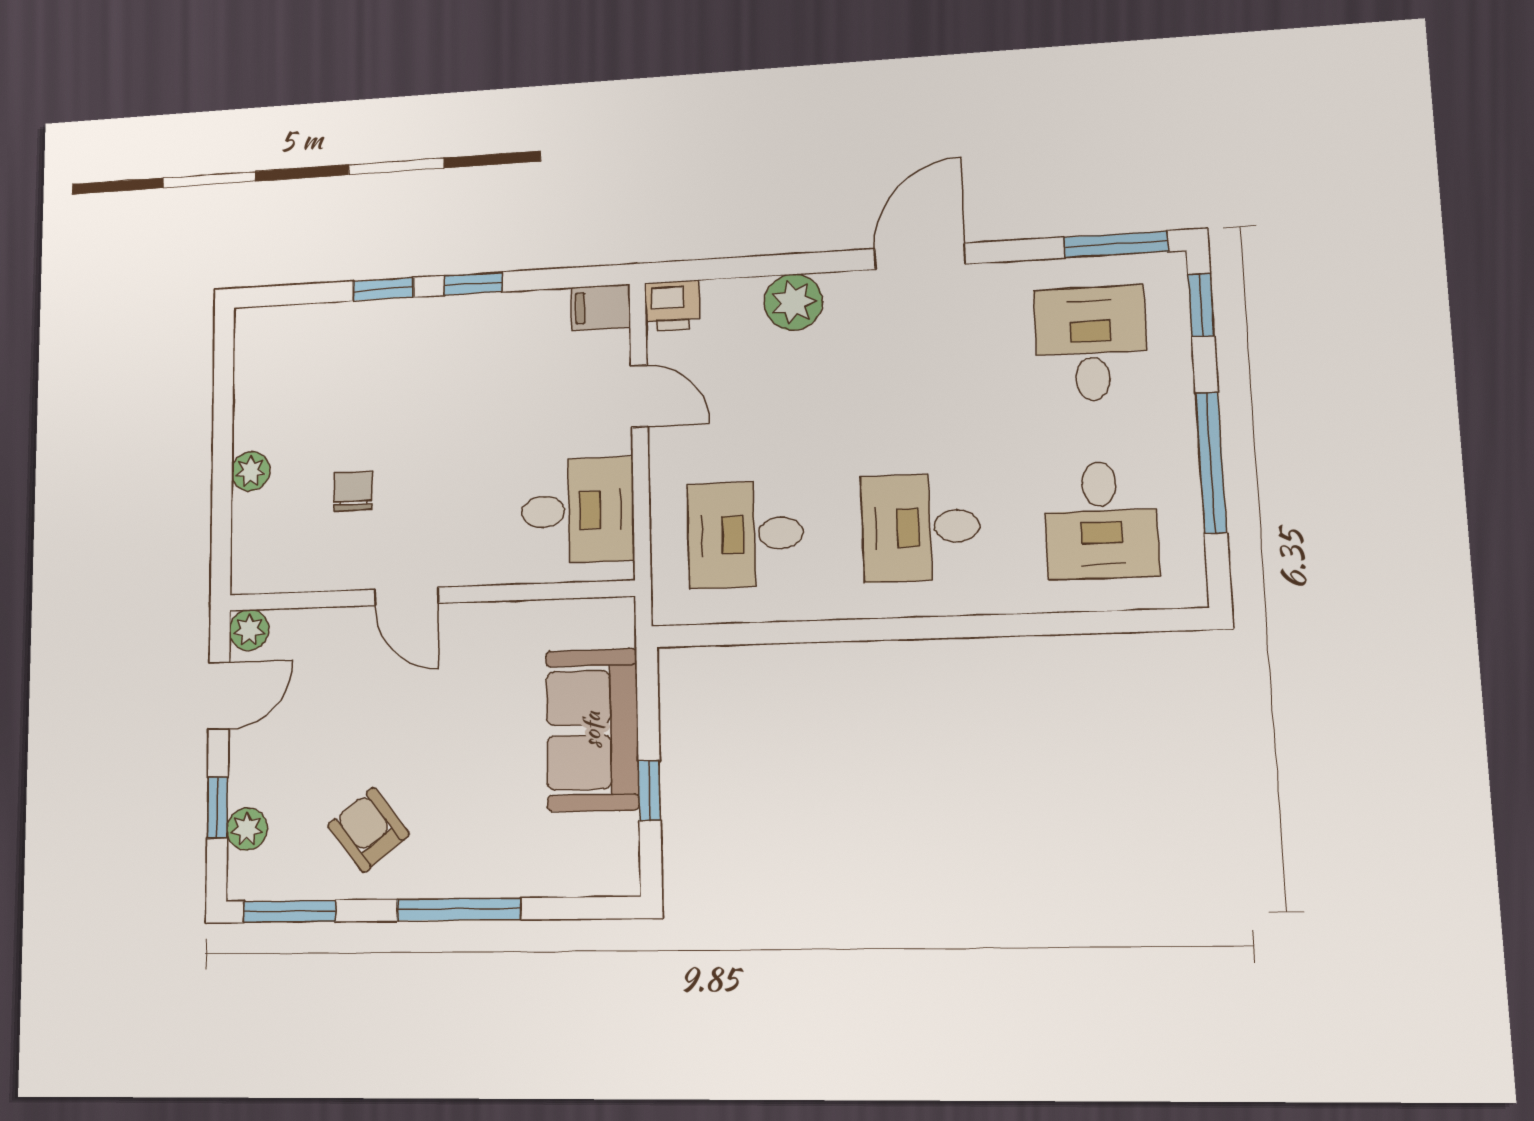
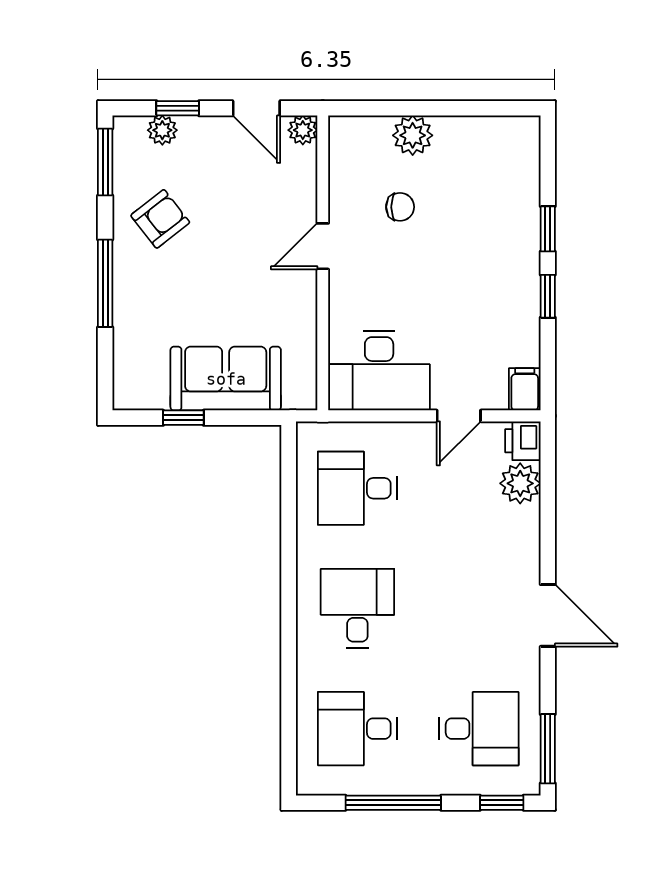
plant: (793, 302) -> (520, 483), moved
plant: (251, 471) -> (413, 135), width x1.38, depth x1.38
desk: (578, 510) -> (379, 371), width x1.37
desk: (745, 534) -> (357, 488), turned -90

